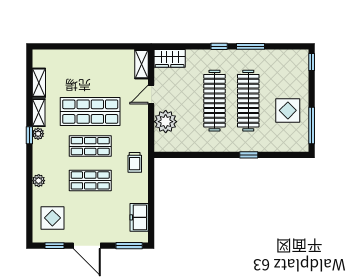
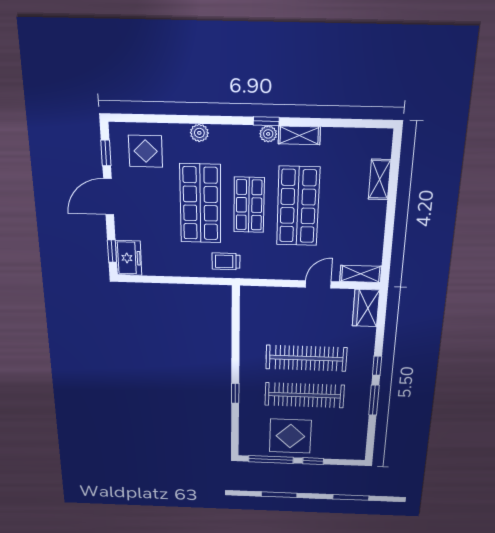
window: (312, 62) -> (313, 461), moved
shelving: (39, 83) -> (380, 179), moved, turned 90
door: (151, 94) -> (318, 284), hinge flipped
display table: (288, 110) -> (290, 436), width x1.36, depth x1.36
plant: (166, 122) -> (281, 301), removed
shop shelf: (90, 180) -> (200, 204), width x1.43, depth x1.36
freezer: (139, 217) -> (129, 258), moved, turned 90
window: (129, 246) -> (112, 251), width x0.67

